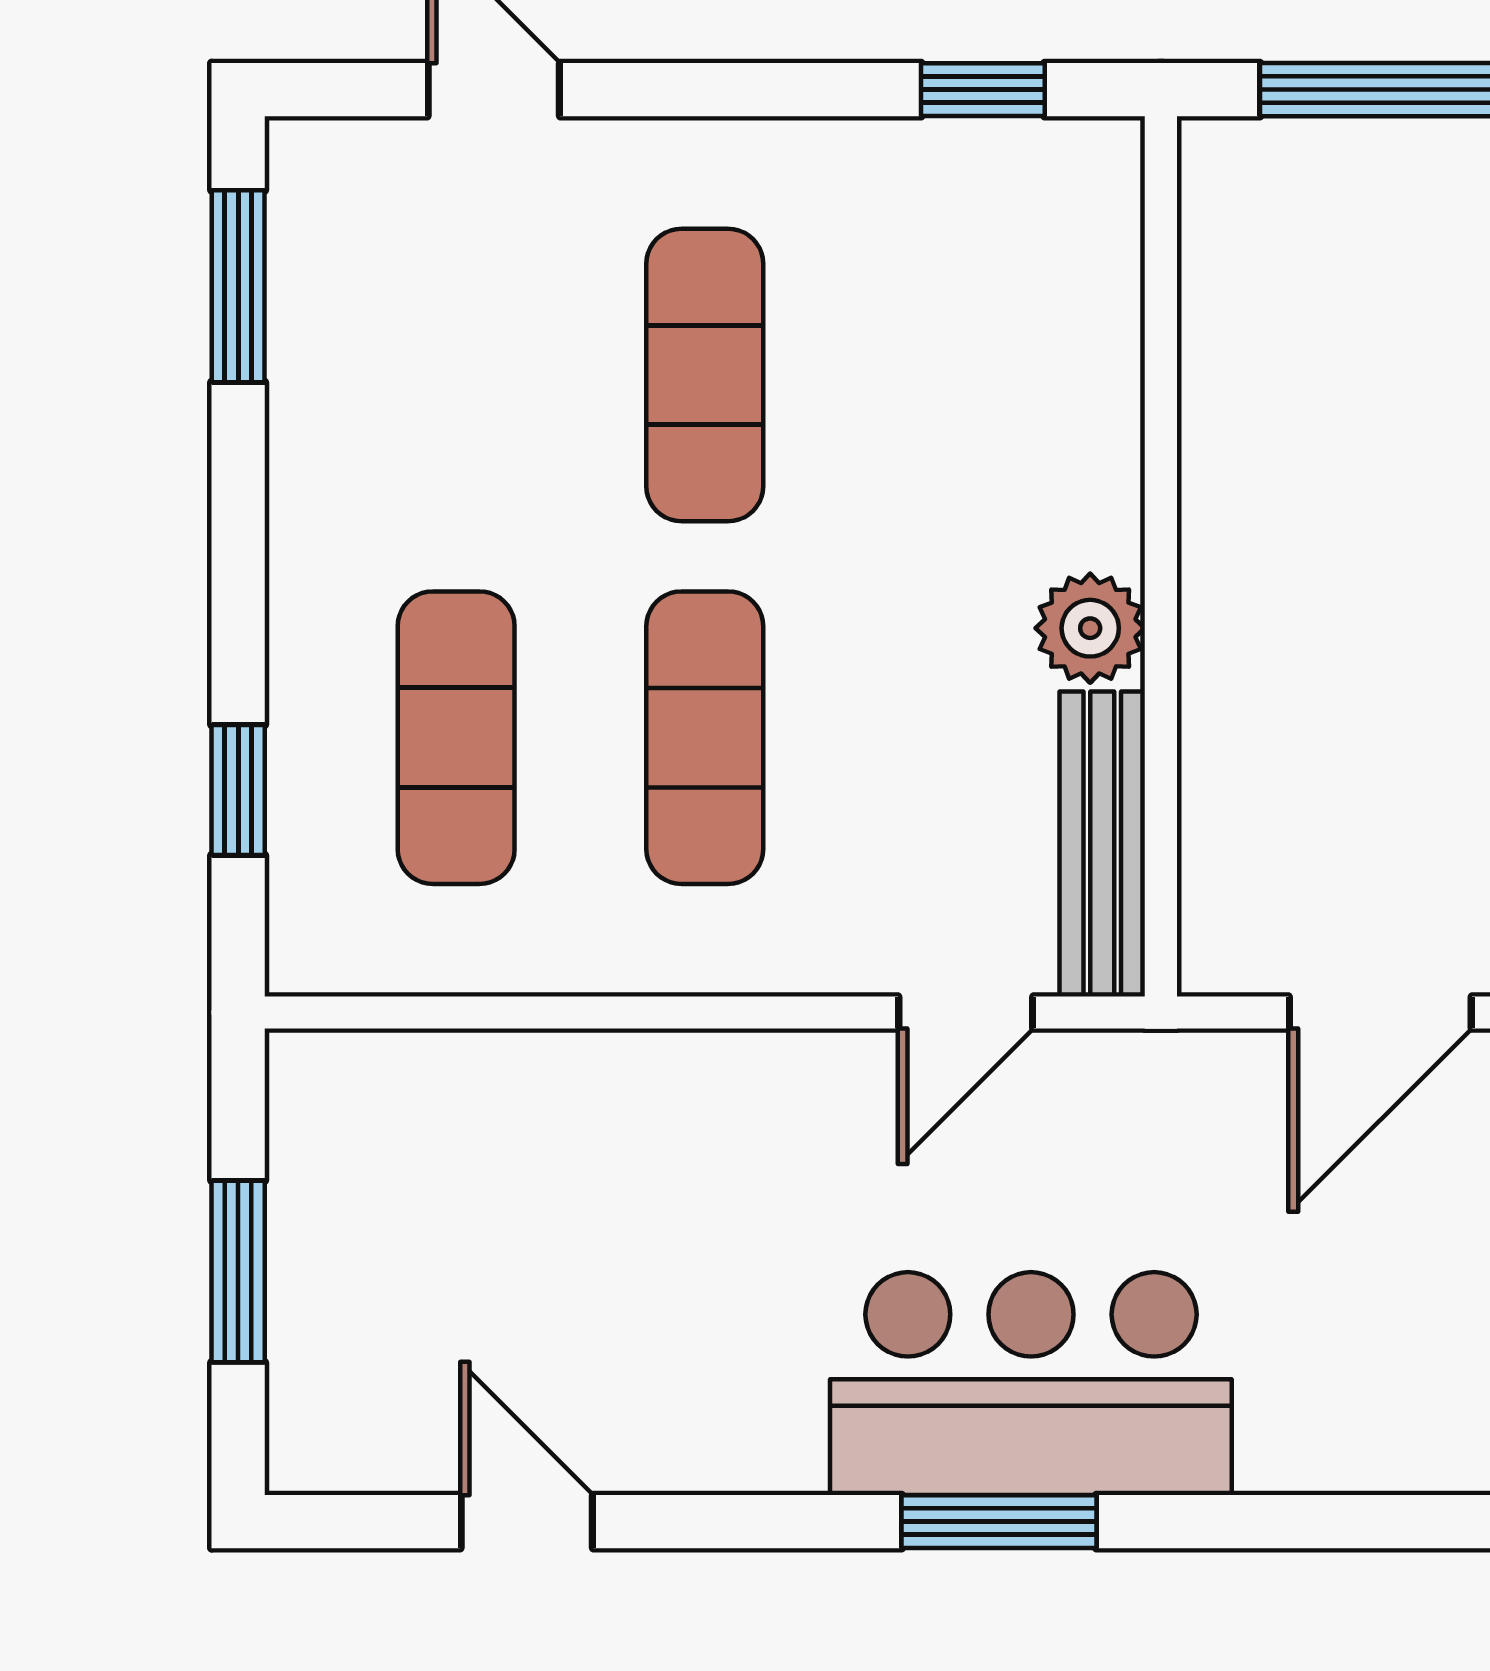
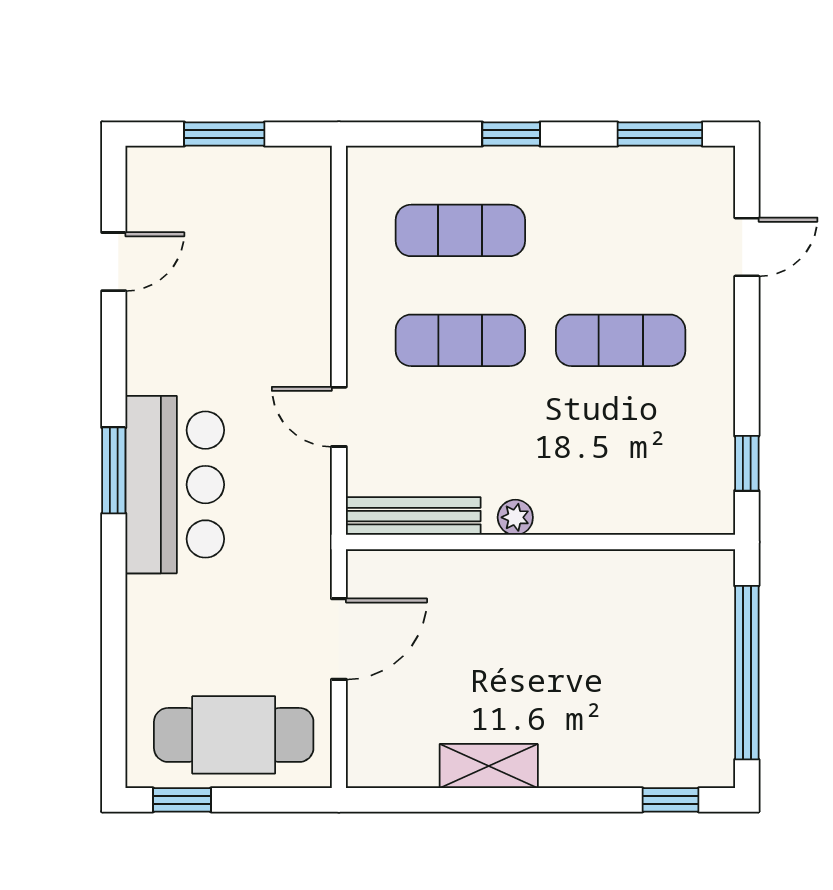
plant: (1090, 628) -> (515, 517), width x0.73, depth x0.73
window: (238, 790) -> (511, 134), moved
door: (966, 1012) -> (339, 417), moved
door: (1380, 1012) -> (339, 639), swing flipped

